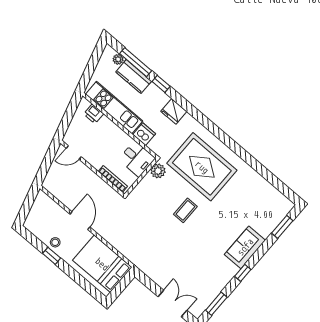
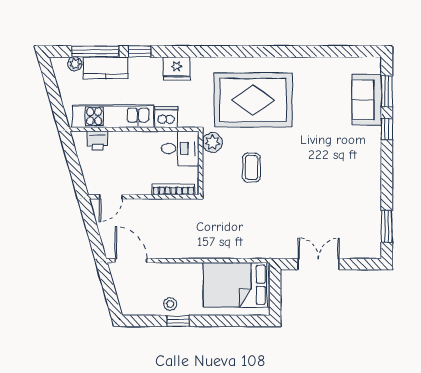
coffee table: (185, 210) -> (251, 168), moved
door: (80, 221) -> (131, 261), moved
sofa: (245, 247) -> (367, 100), moved
window: (243, 273) -> (387, 129), moved
double door: (173, 304) -> (319, 264), moved

